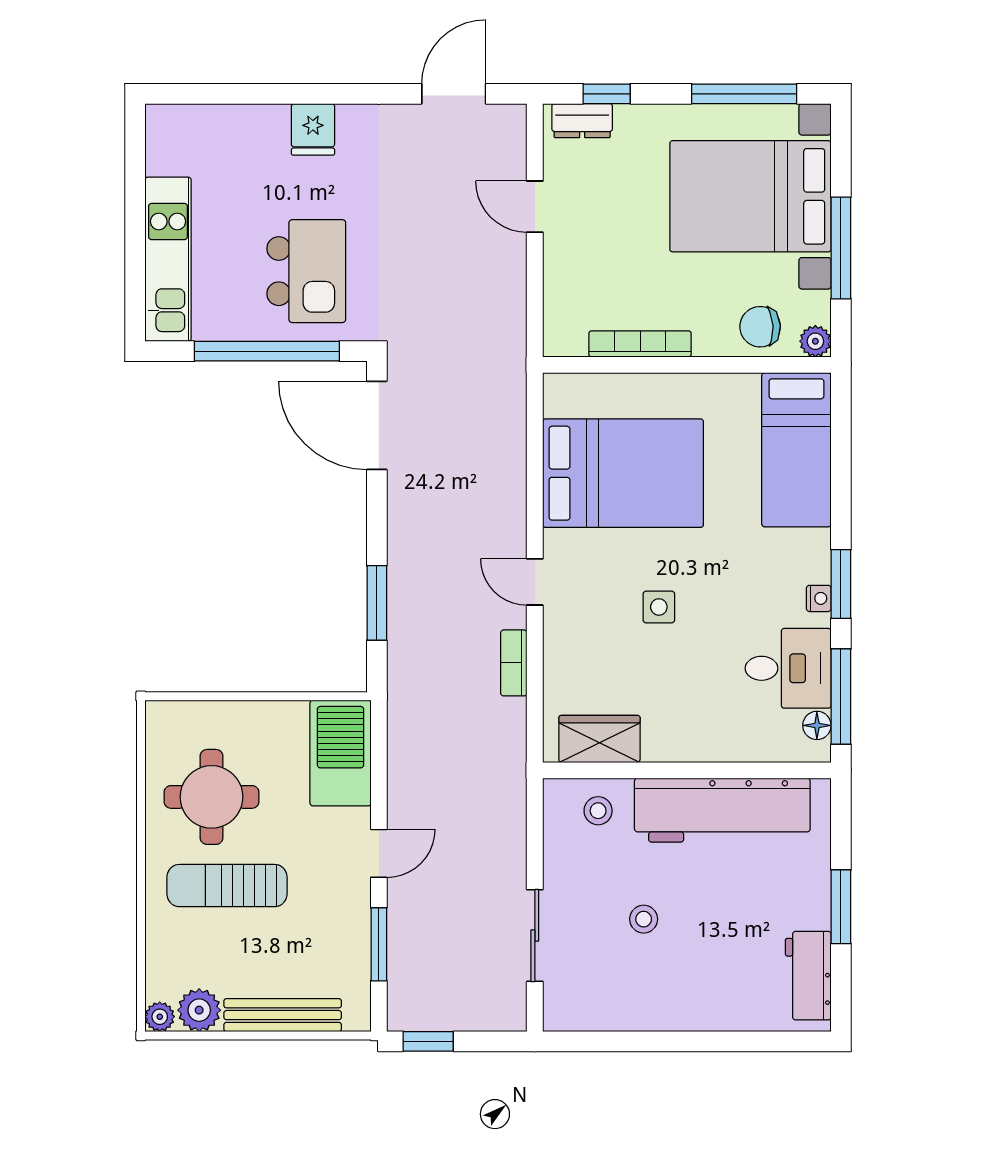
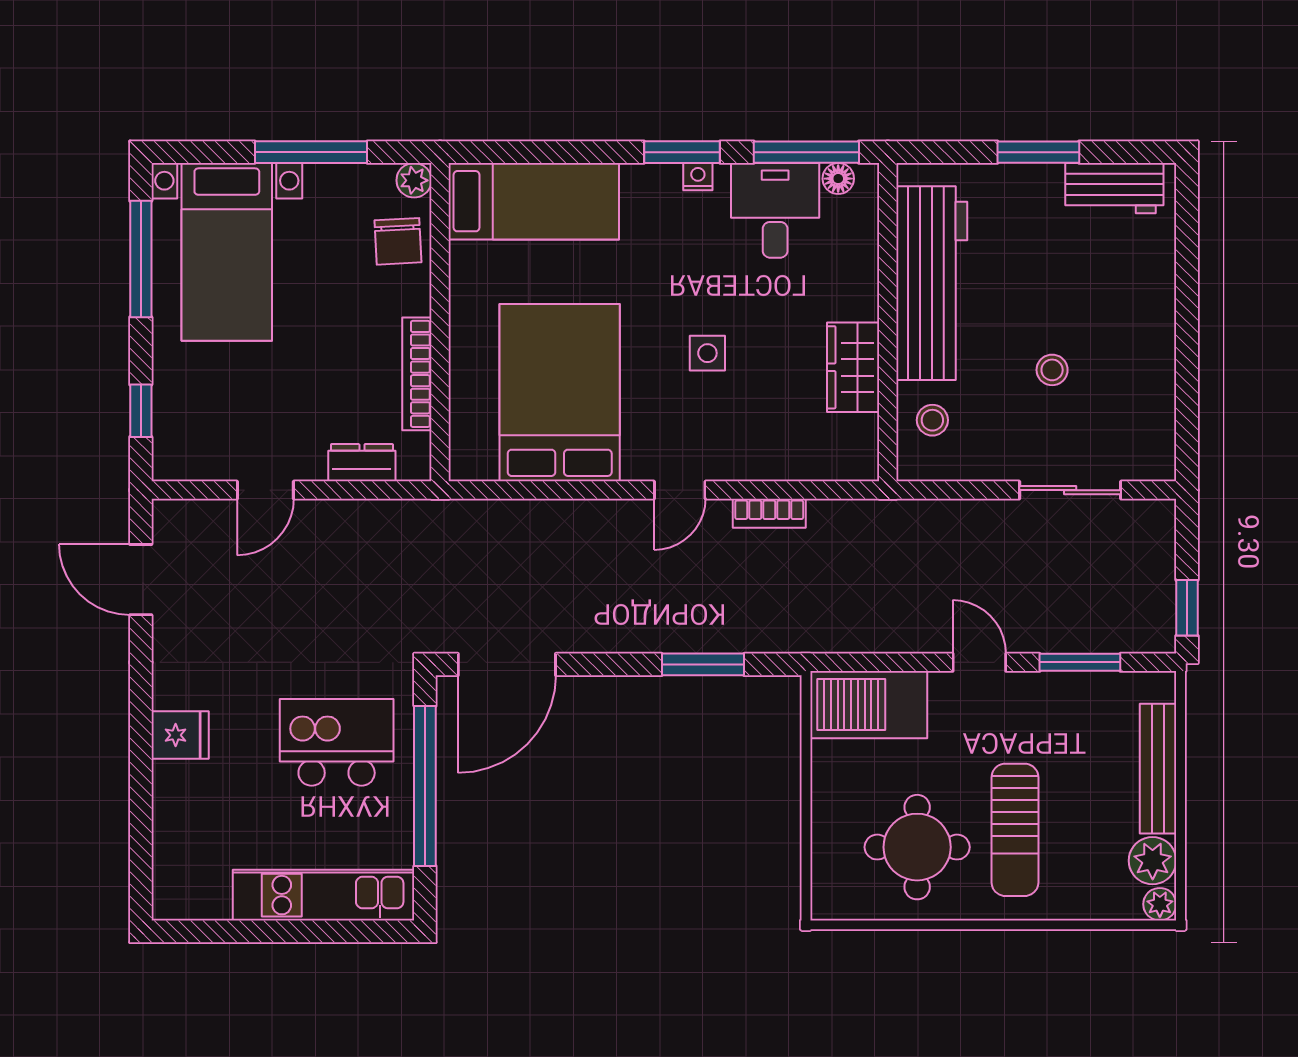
dresser: (582, 121) -> (362, 463), moved, turned -90
bed with nightstands: (750, 196) -> (227, 252), width x0.73
wardrobe: (599, 739) -> (853, 367), moved

